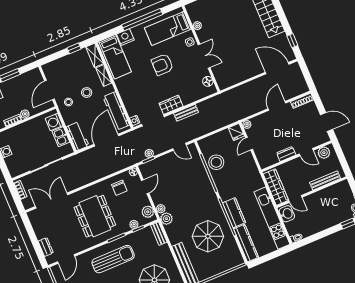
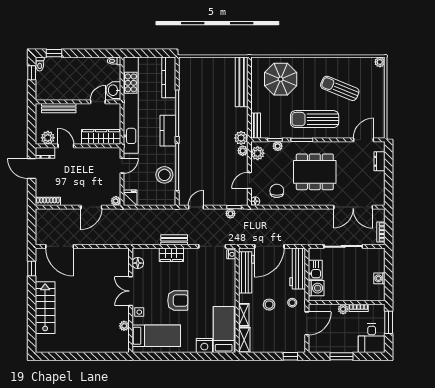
window: (142, 20) -> (179, 356), removed
window: (74, 48) -> (290, 356), moved
wardrobe: (171, 105) -> (171, 255), moved
door: (277, 106) -> (91, 207), moved
workbench: (78, 136) -> (298, 268), width x1.38
door: (249, 144) -> (122, 166), moved
door: (179, 147) -> (196, 207), hinge flipped
dresser: (286, 154) -> (45, 153), moved
wardrobe: (276, 187) -> (101, 137), moved, turned 90
door: (295, 199) -> (98, 102), hinge flipped
kitchen counter: (234, 213) -> (168, 131), moved
dining table: (95, 216) -> (315, 172), turned 90
kitchen unit: (272, 218) -> (131, 105), width x1.36
parasol: (208, 236) -> (206, 101), removed

